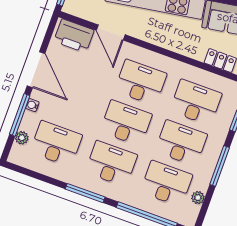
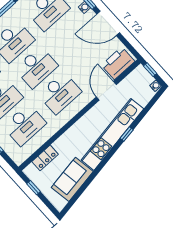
door: (111, 33) -> (106, 91), hinge flipped

